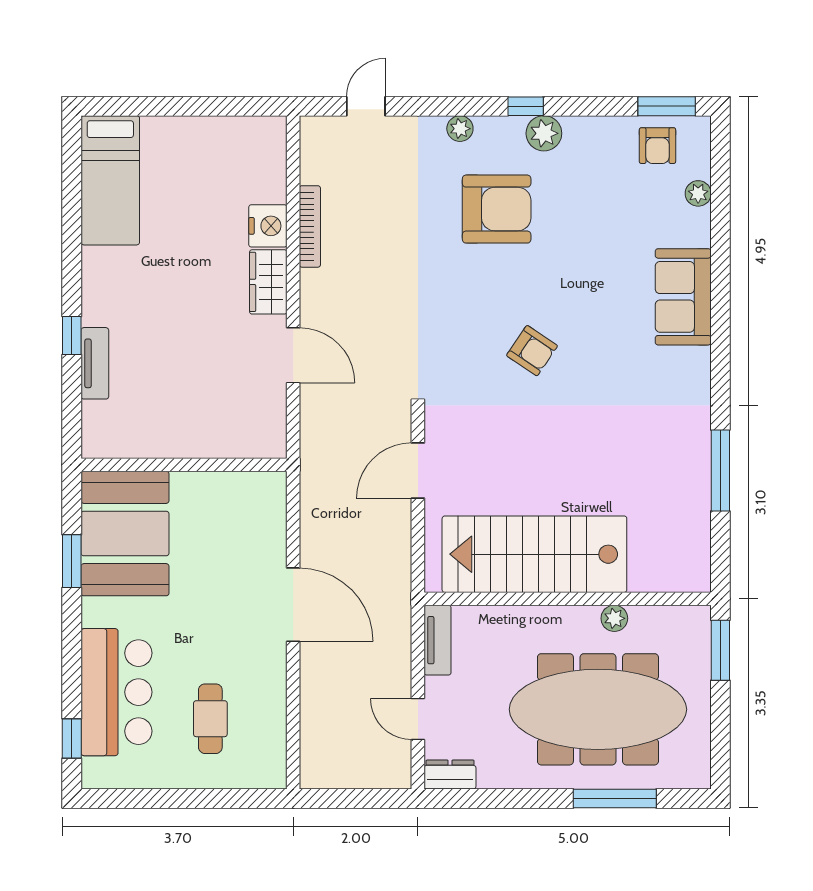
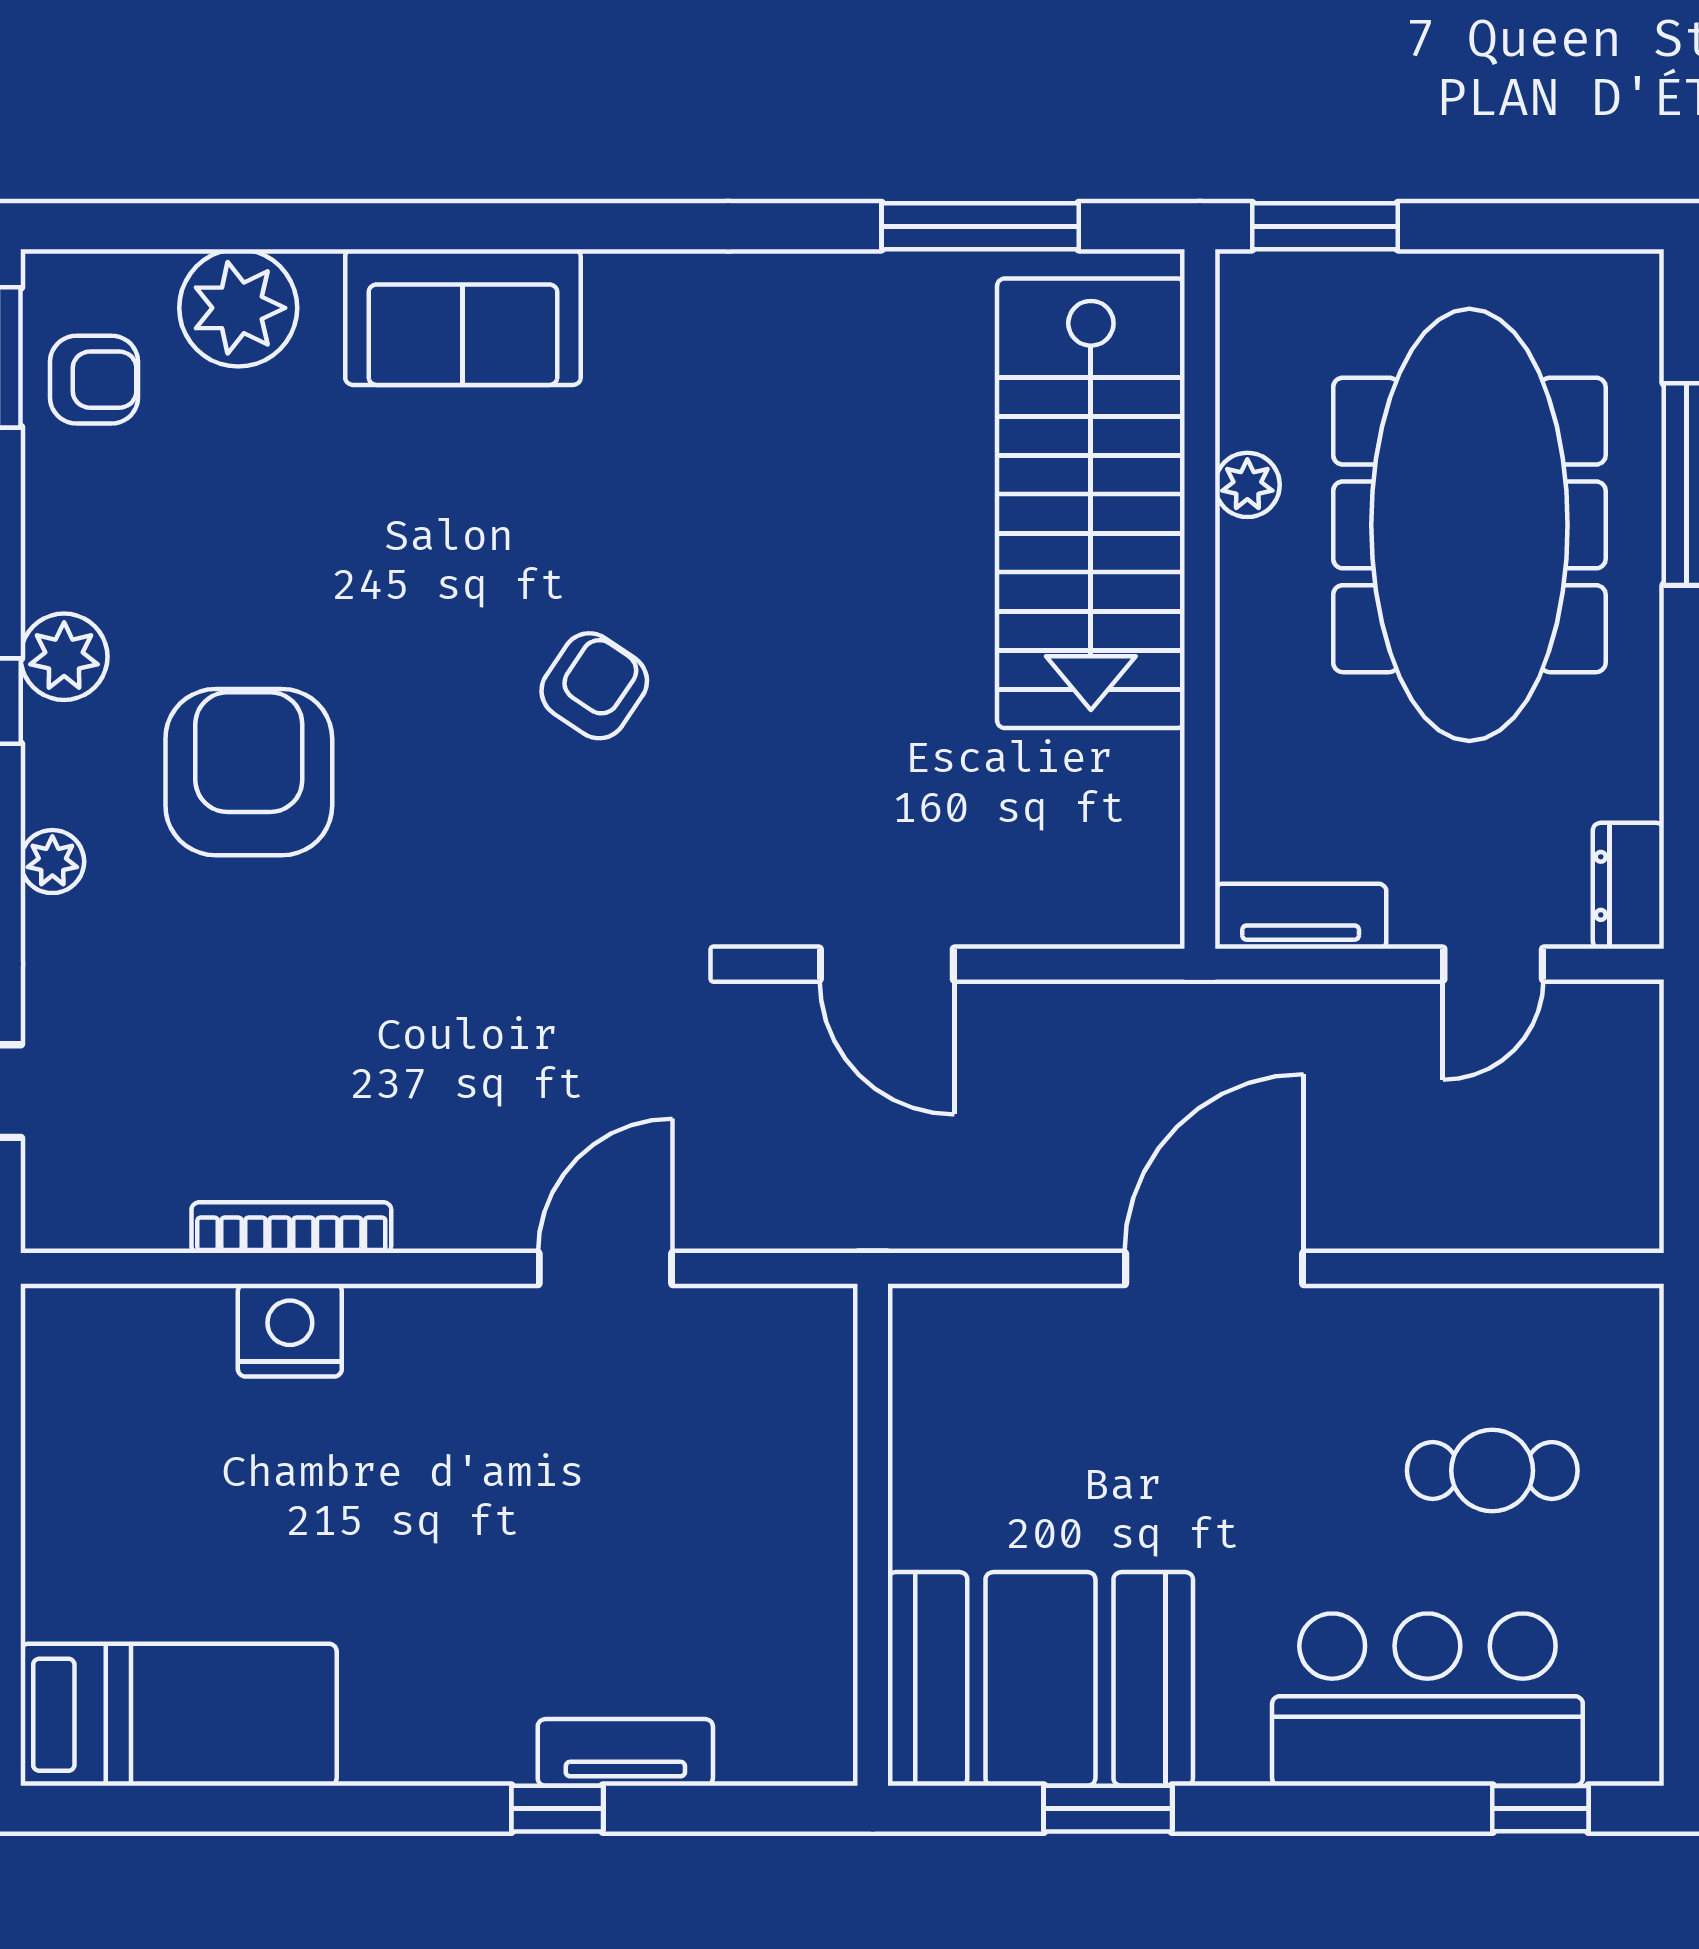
plant: (698, 193) -> (238, 308), width x1.88, depth x1.88
wardrobe: (268, 282) -> (427, 1329), removed
window: (720, 471) -> (980, 226), moved
stairs: (534, 554) -> (1091, 503), moved

